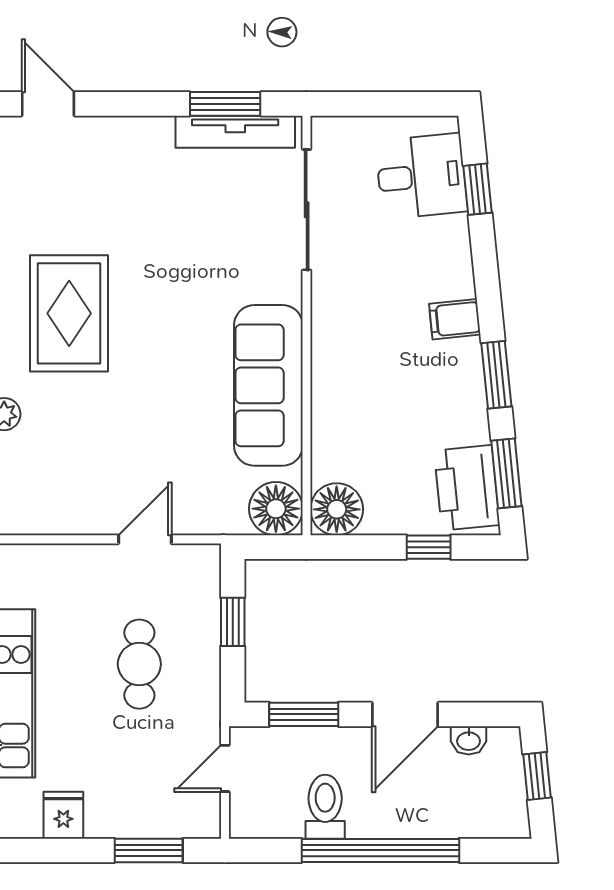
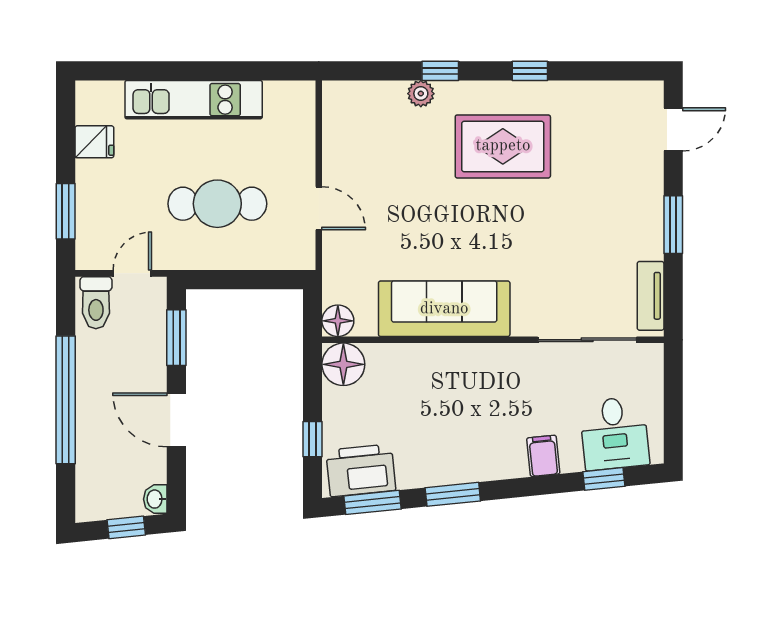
window: (225, 104) -> (673, 225), moved
tv unit: (235, 132) -> (651, 296), width x0.71
filing cabinet: (455, 319) -> (543, 456), moved
floor lamp: (276, 509) -> (338, 321), width x0.73, depth x0.73
window: (233, 622) -> (252, 280), removed
cafe table: (139, 664) -> (217, 204), width x1.37, depth x1.35
washbasin: (469, 740) -> (155, 499), moved
door: (225, 768) -> (132, 273), hinge flipped
toilet: (325, 807) -> (96, 303), moved, turned 90

